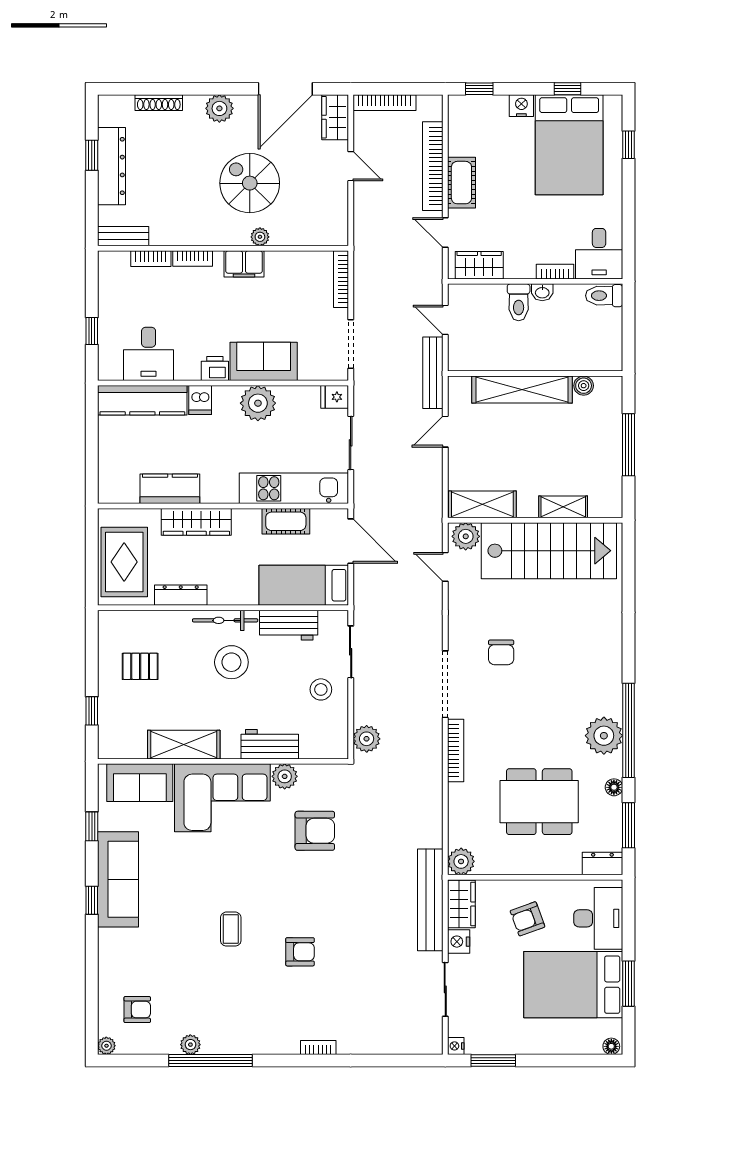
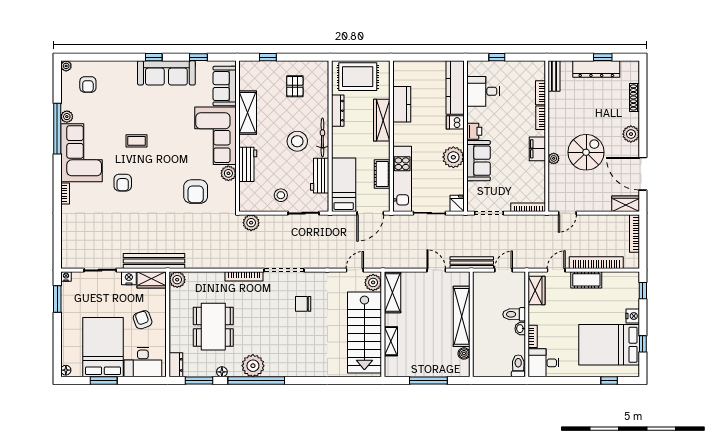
door: (351, 166) -> (567, 213), moved
corner sofa: (250, 1020) -> (81, 153), added

